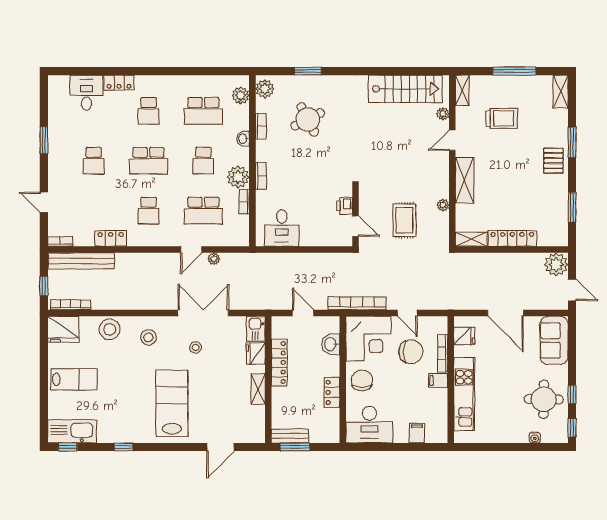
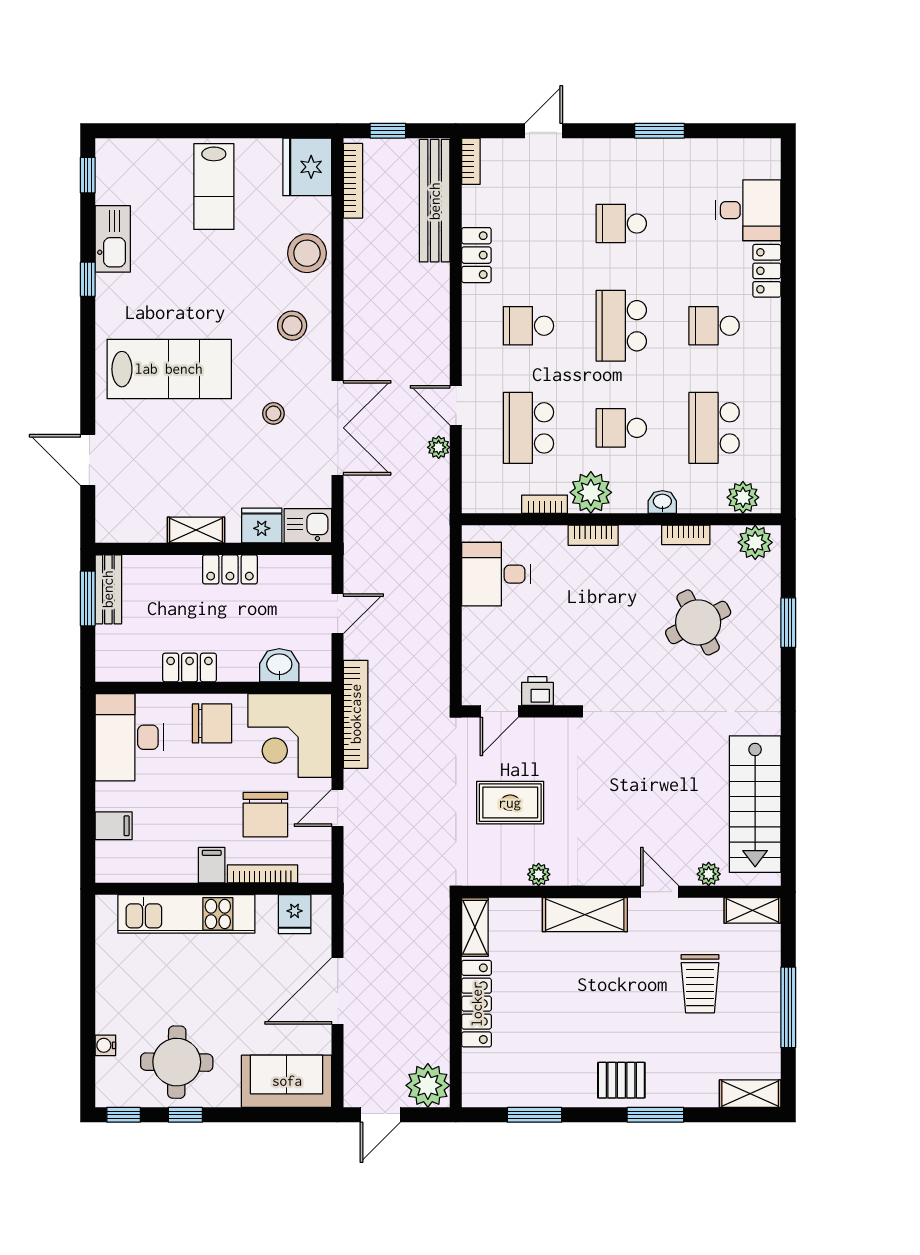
locker: (279, 363) -> (230, 569), width x0.66
kitchen sink: (72, 431) -> (113, 239), moved, width x0.73, depth x0.81

